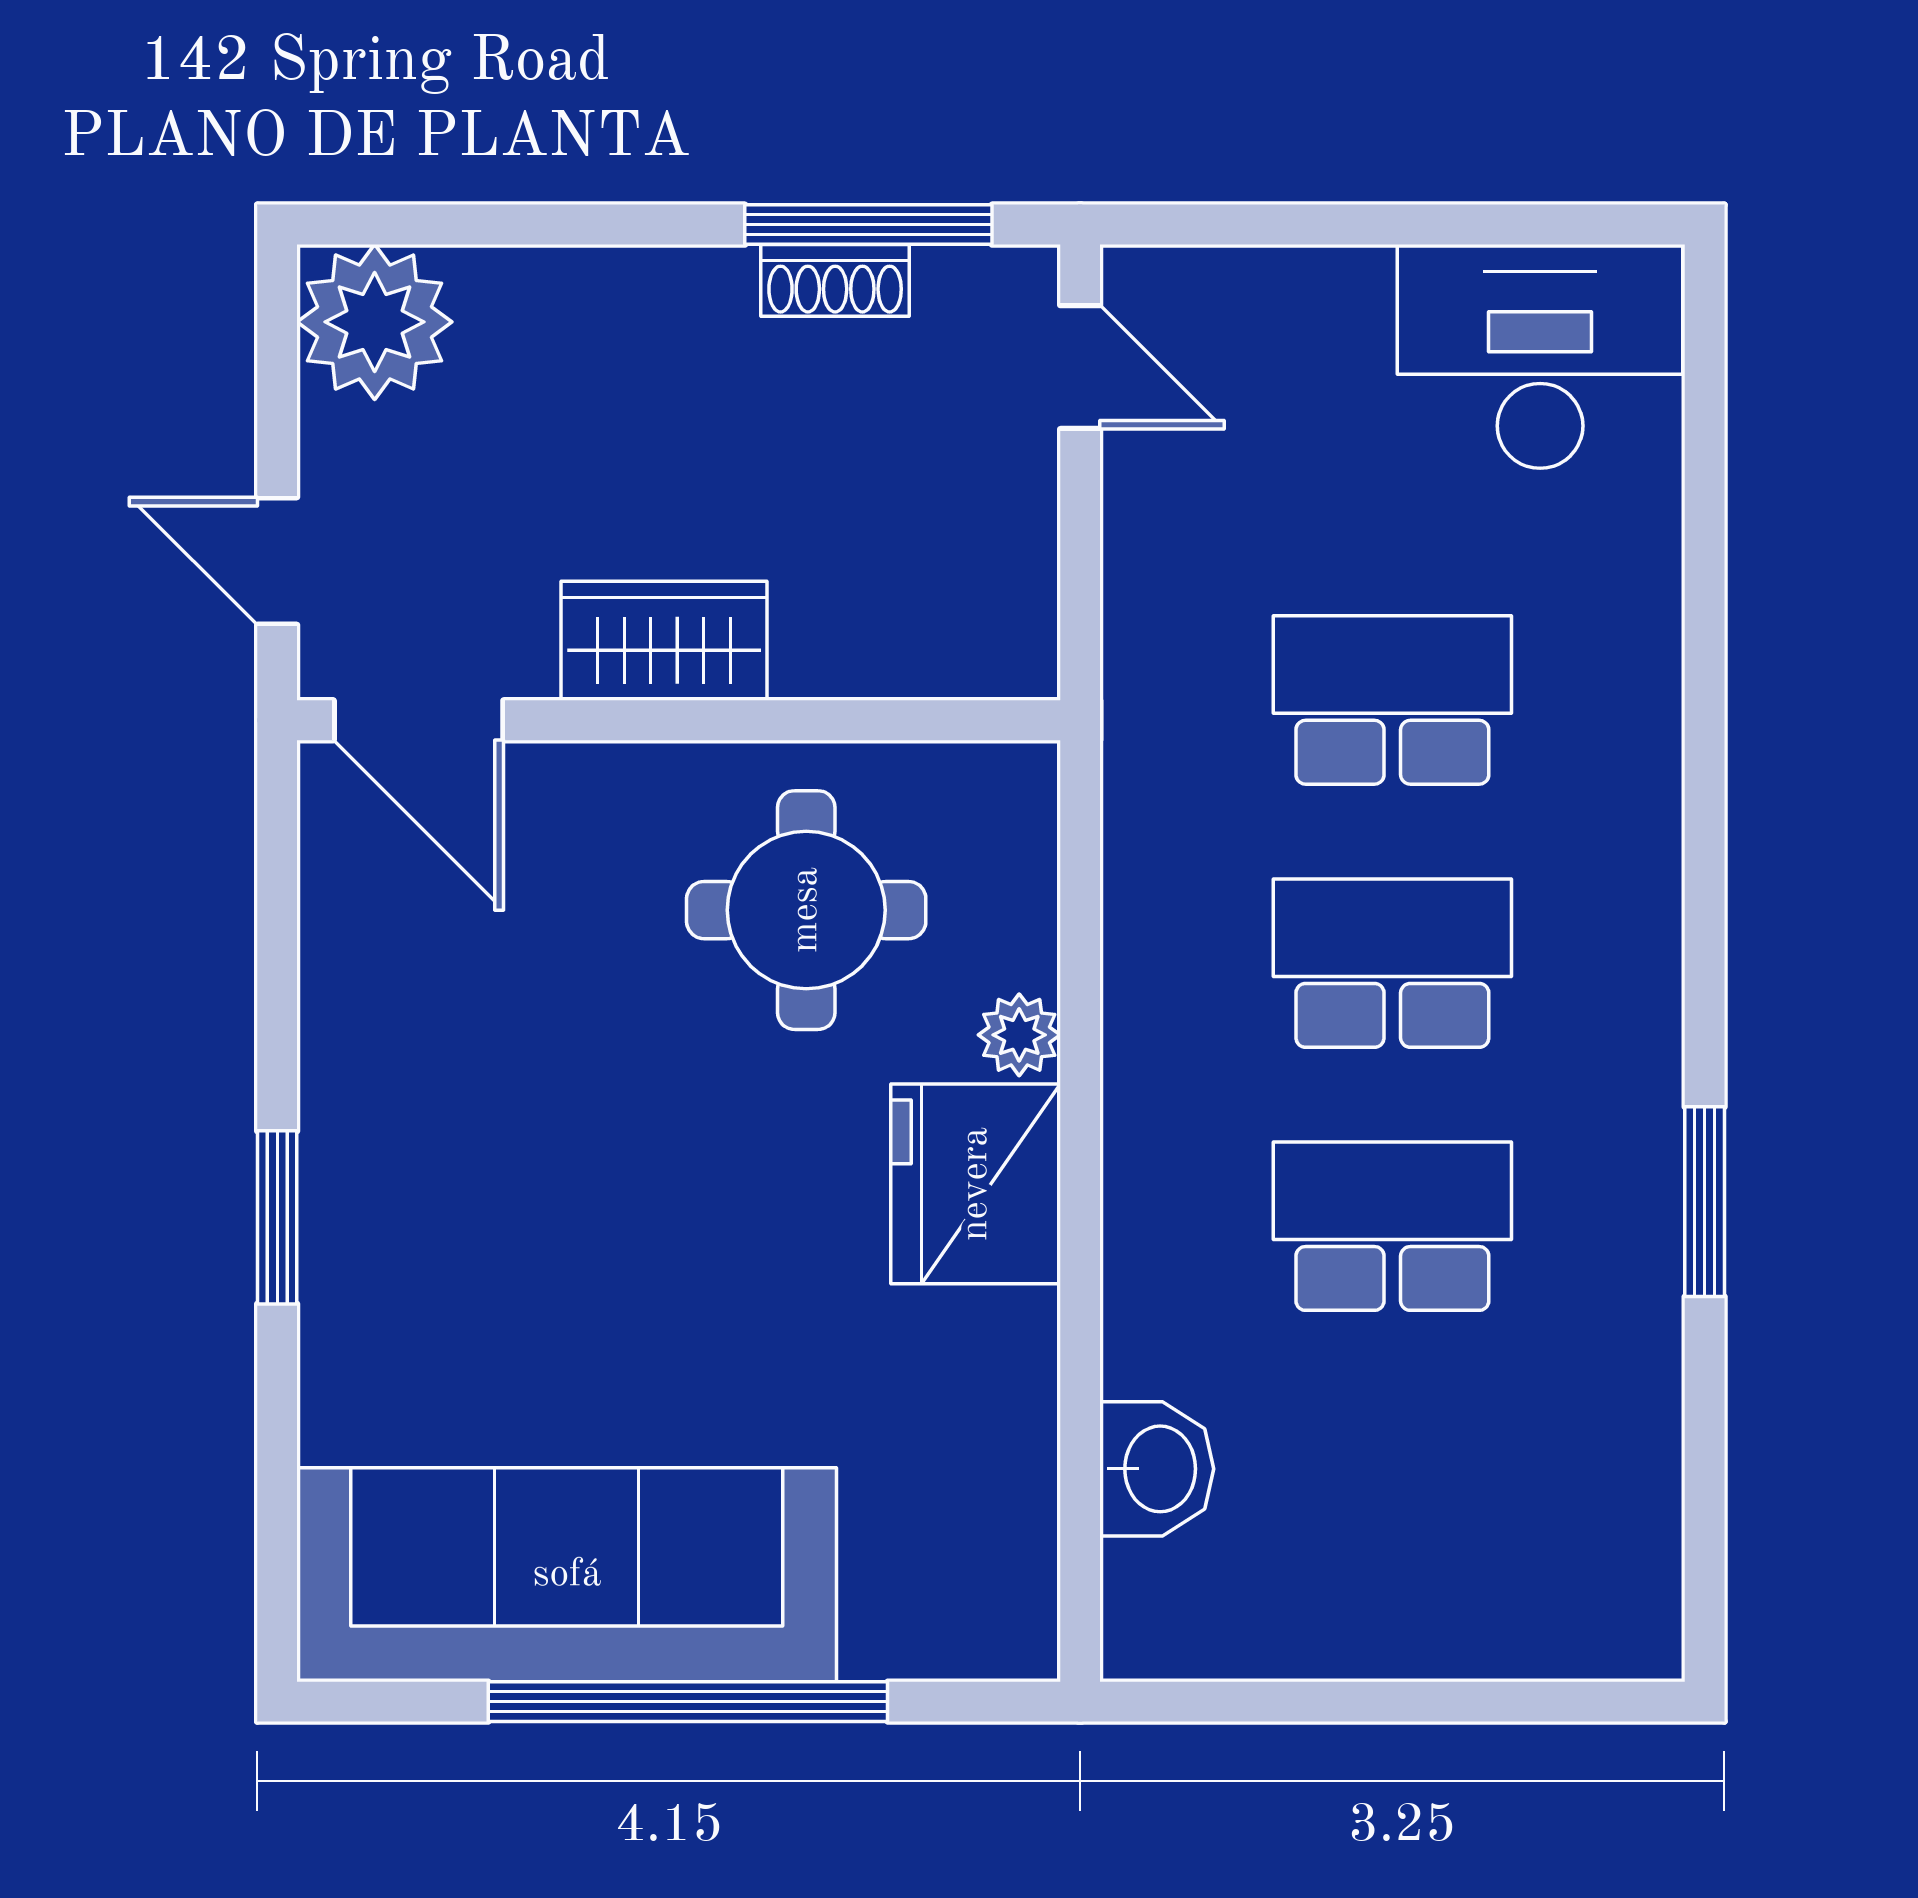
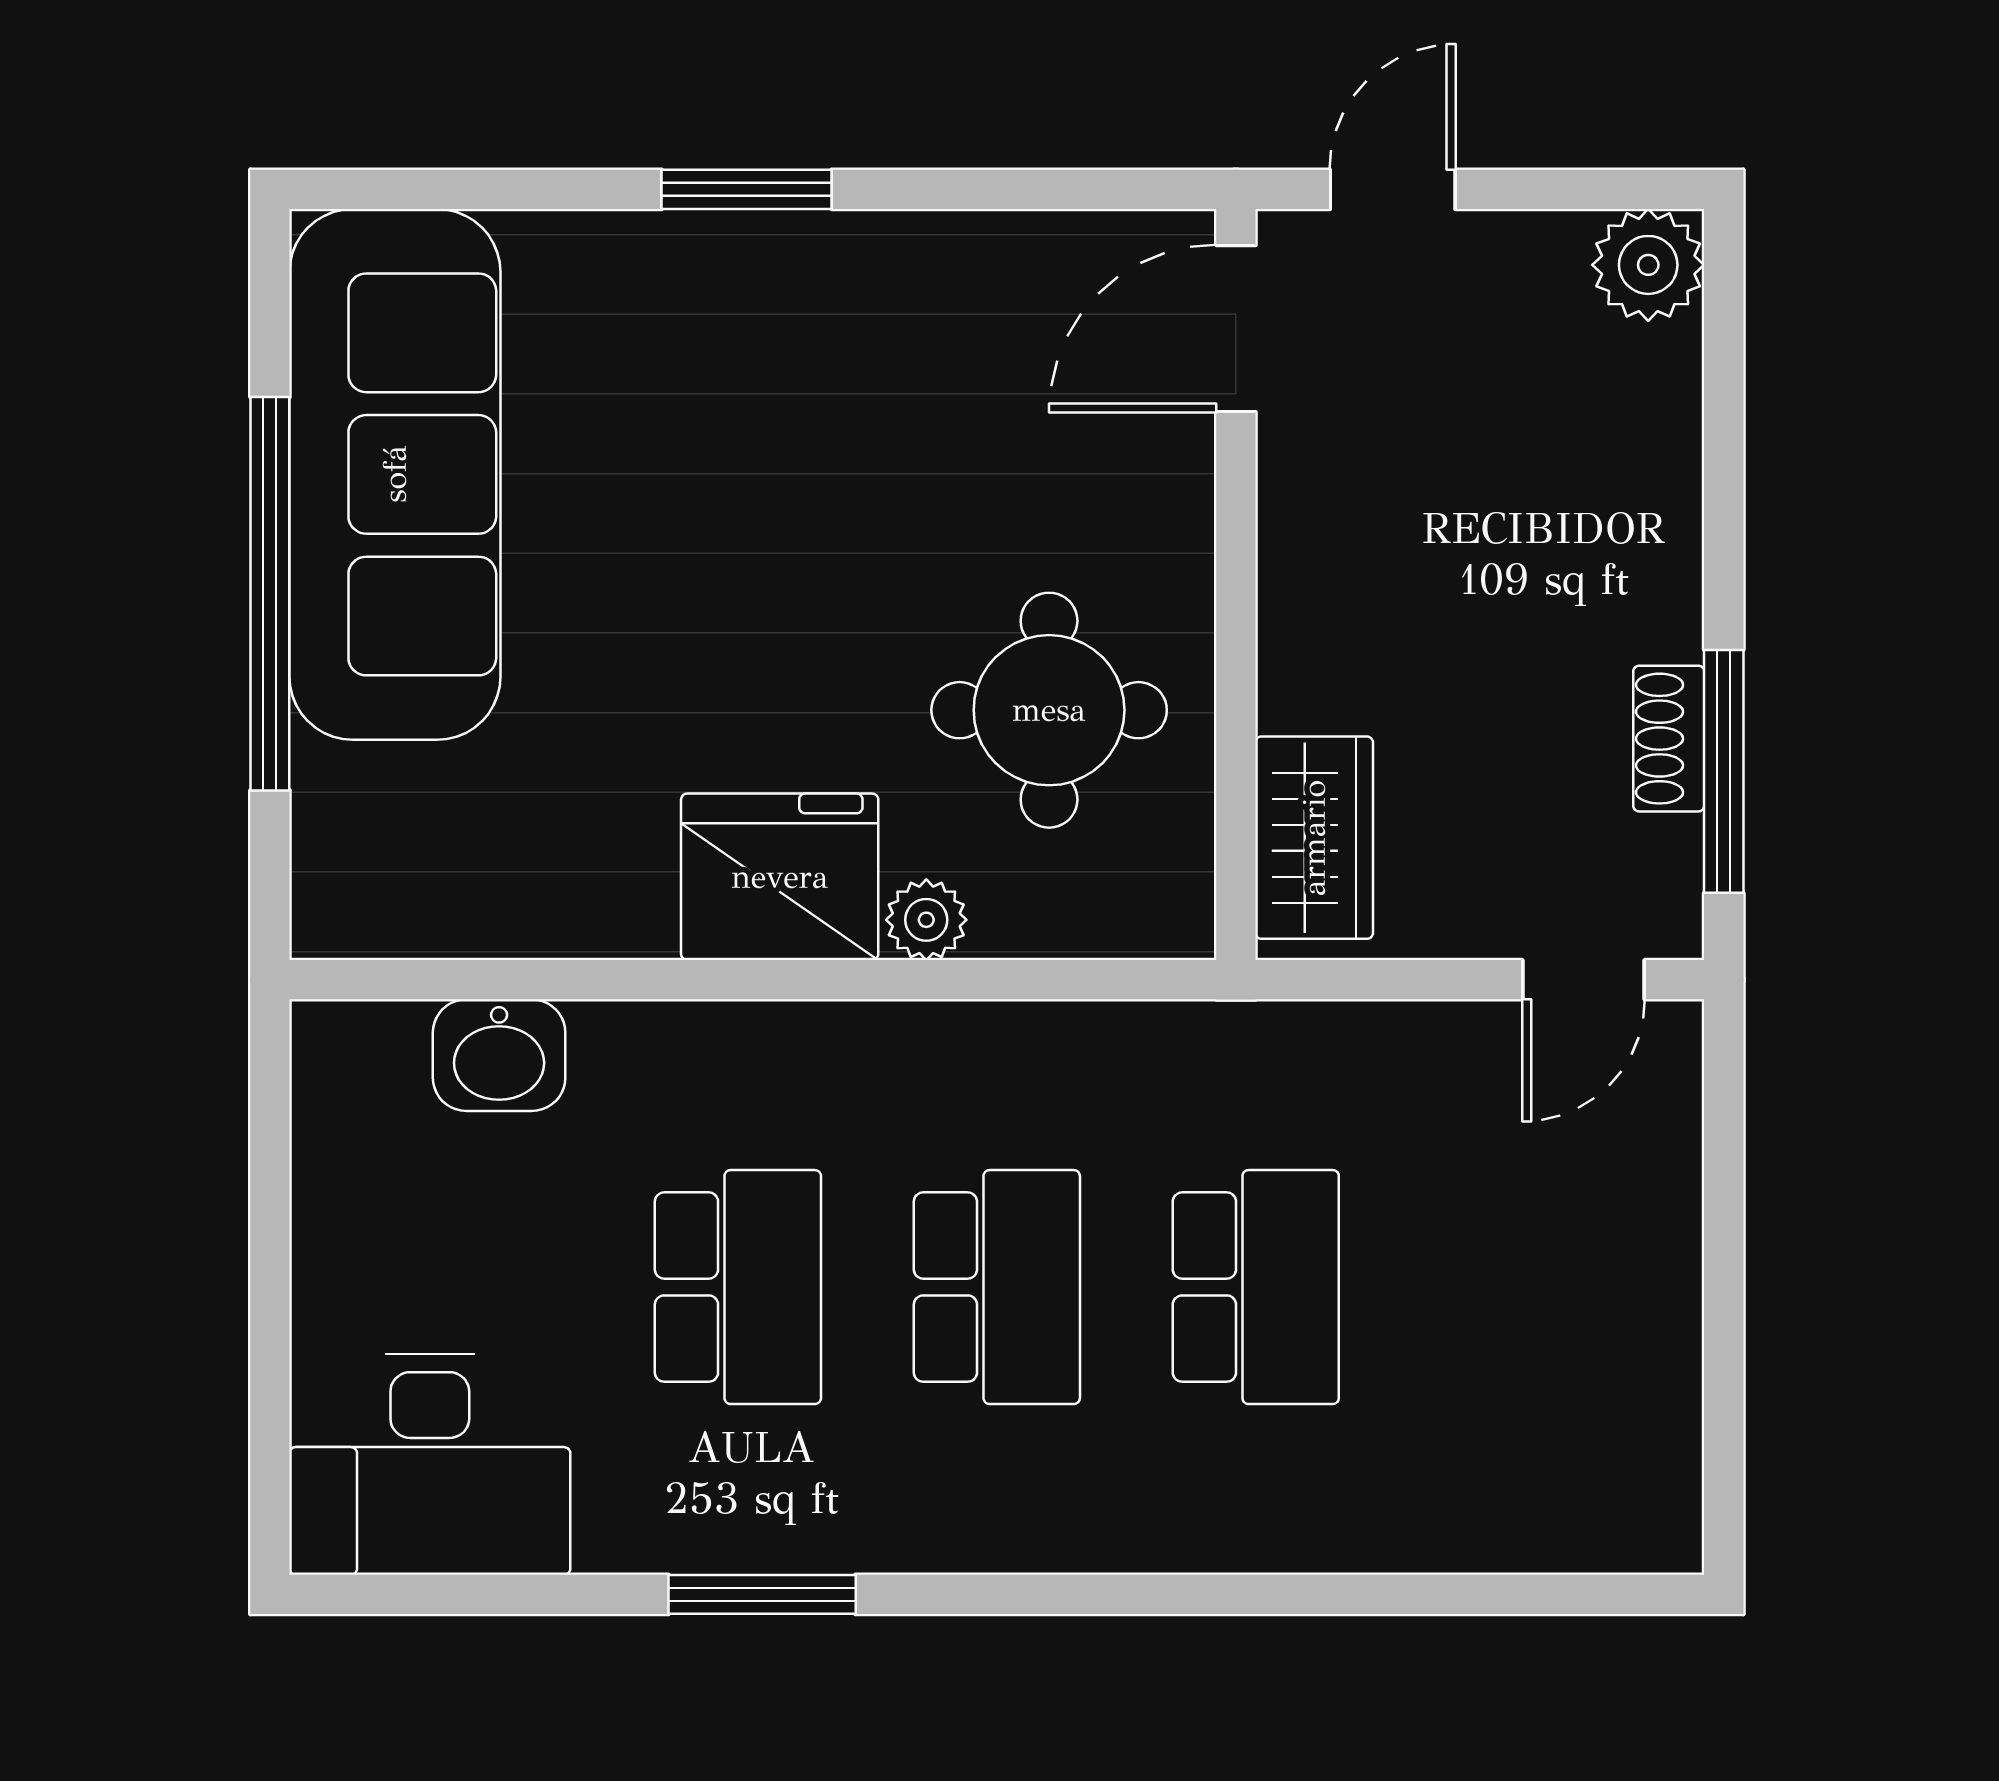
plant: (375, 322) -> (1648, 265), width x0.73, depth x0.73
desk: (1540, 356) -> (430, 1465), moved, turned 90
wardrobe: (664, 641) -> (1314, 838), moved

